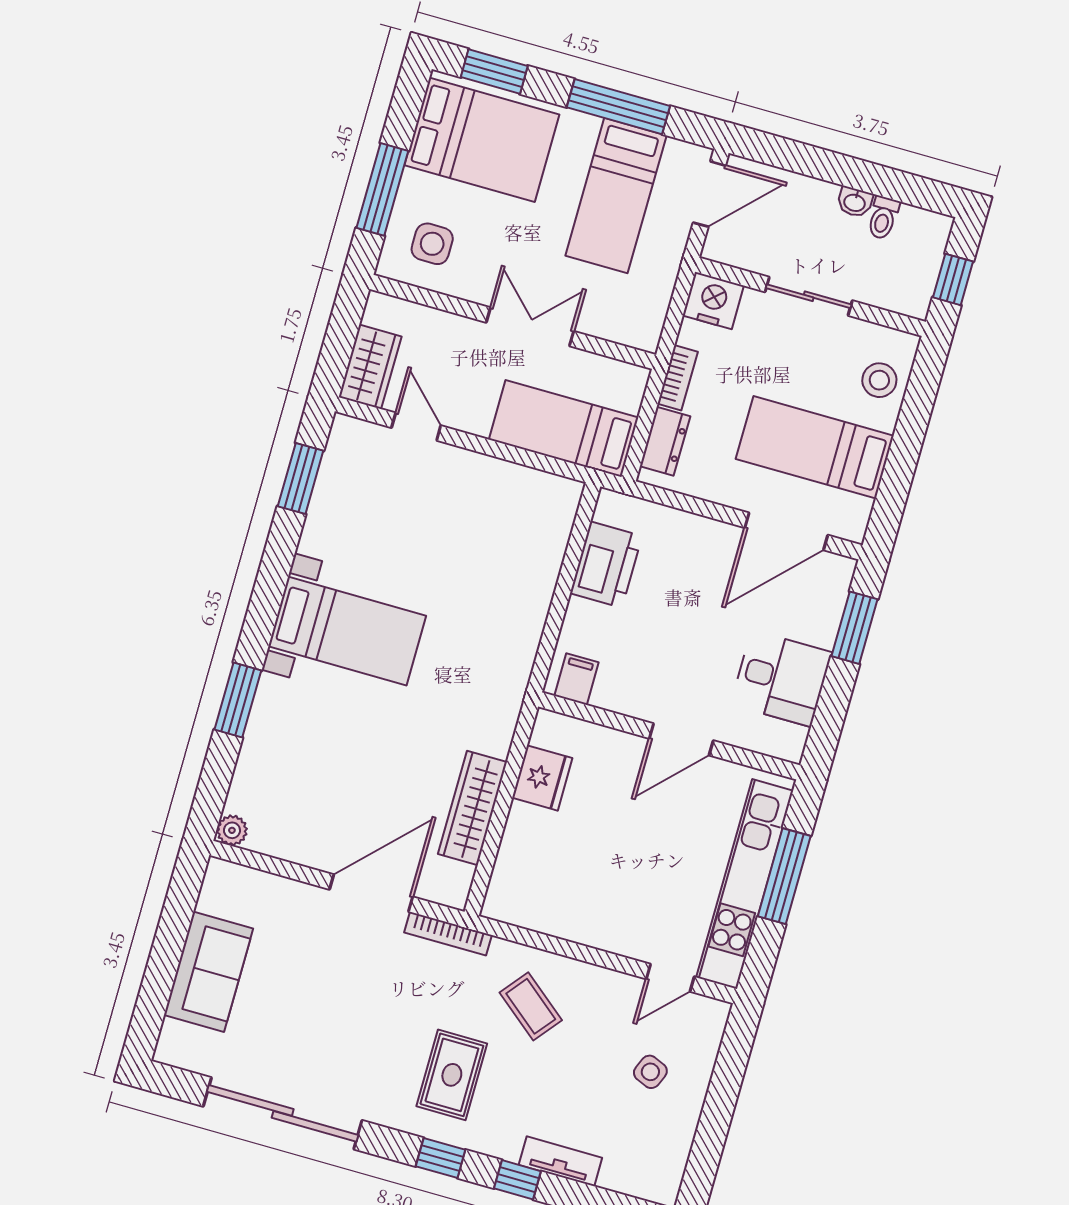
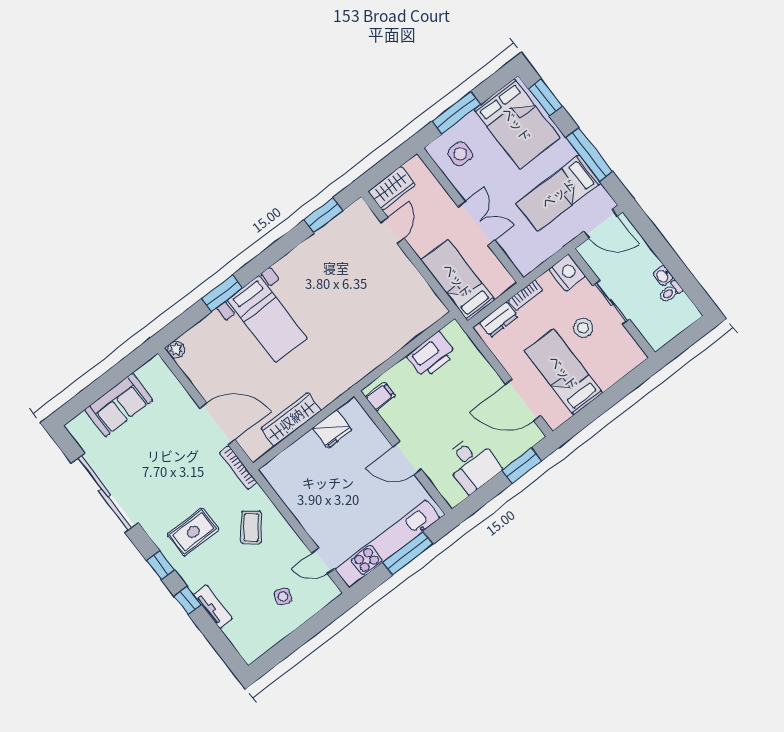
window: (953, 279) -> (681, 343), removed
stool: (879, 380) -> (583, 328), moved
bed with nightstands: (347, 631) -> (267, 319), moved

